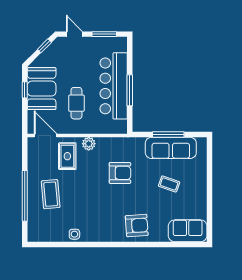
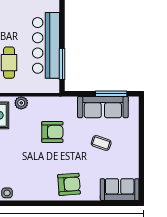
window: (130, 90) -> (62, 64), moved
window: (168, 134) -> (111, 94), moved

